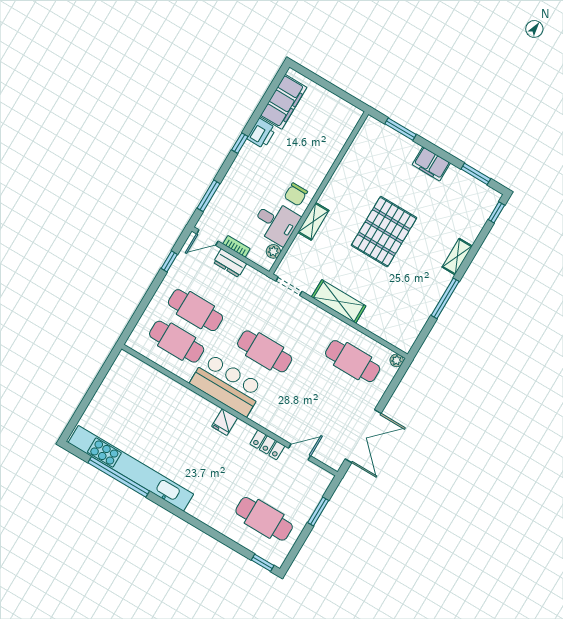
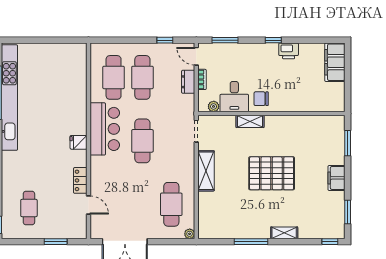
filing cabinet: (283, 102) -> (335, 62), moved, turned 90
cafe table: (264, 519) -> (29, 208), width x0.73, depth x0.74

